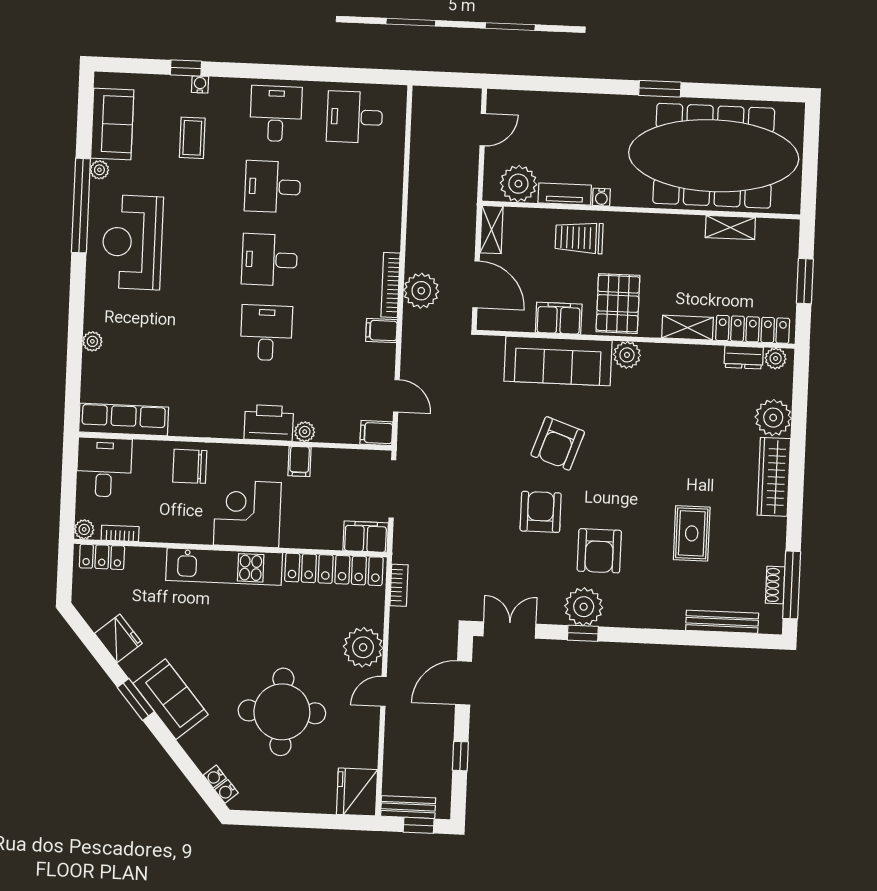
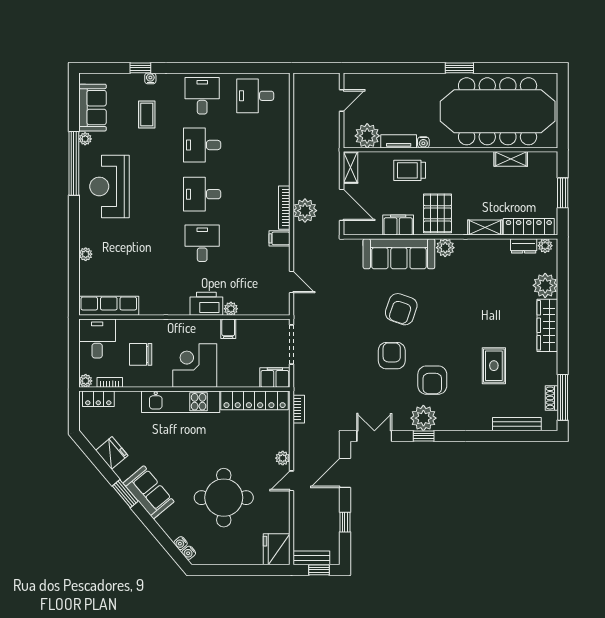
filing cabinet: (376, 433) -> (279, 307), removed
chair: (190, 466) -> (141, 354), moved
plant: (363, 647) -> (283, 458), width x0.53, depth x0.53

